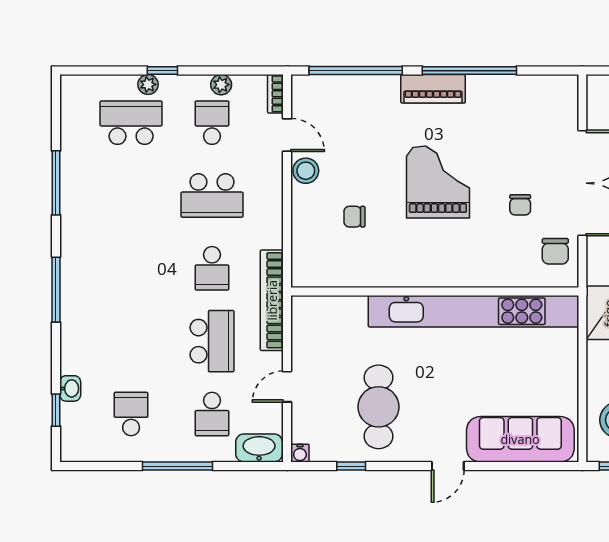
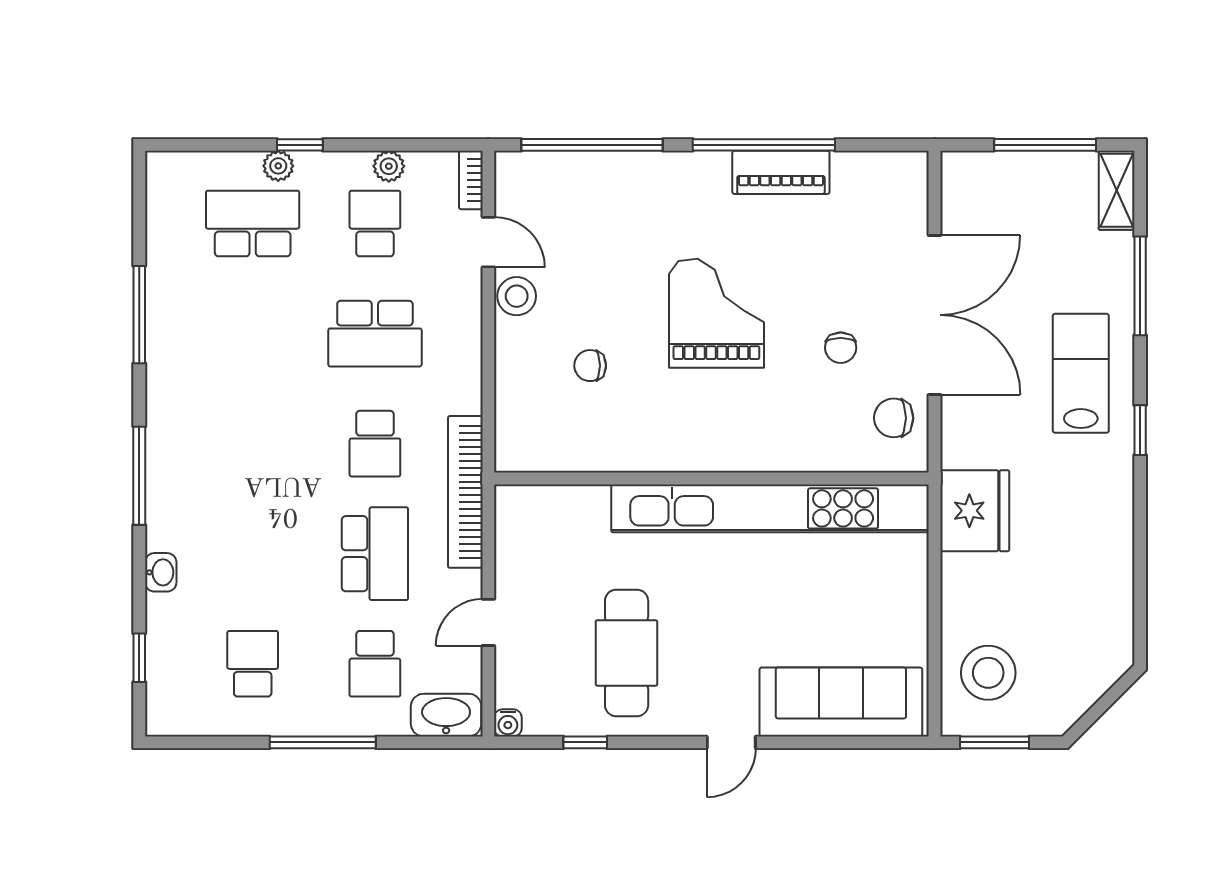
piano: (433, 89) -> (781, 172), moved
chair: (555, 251) -> (894, 418), turned 90
washbasin: (70, 388) -> (161, 572), moved

